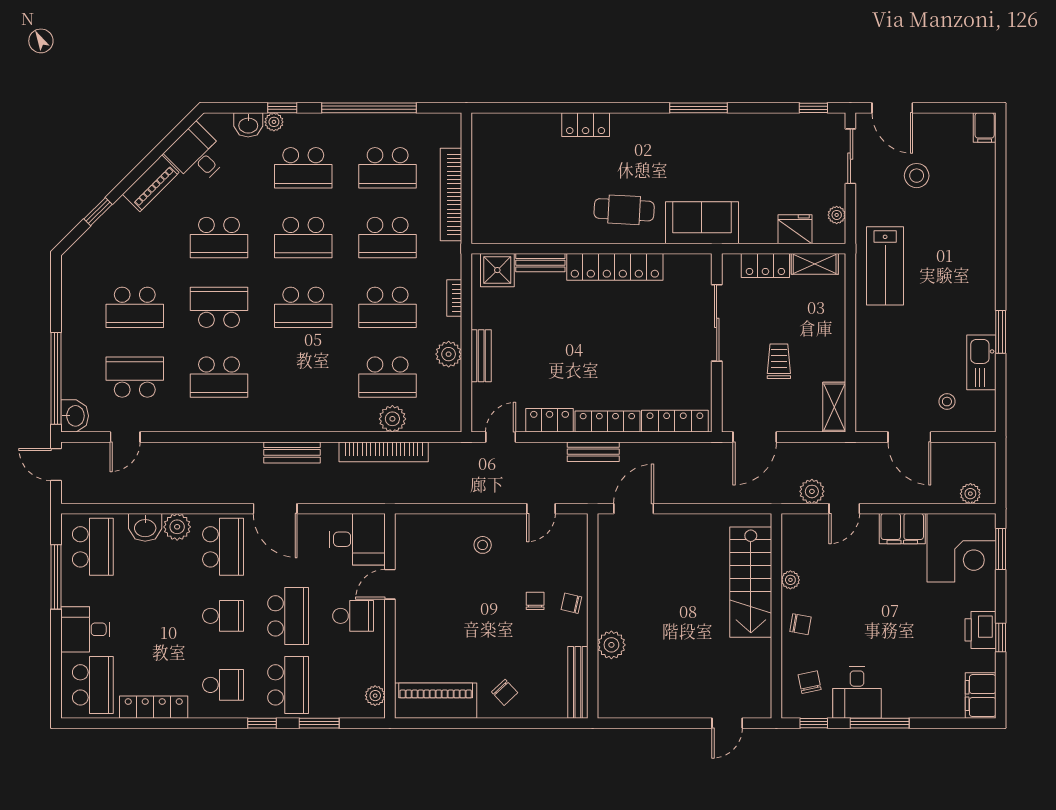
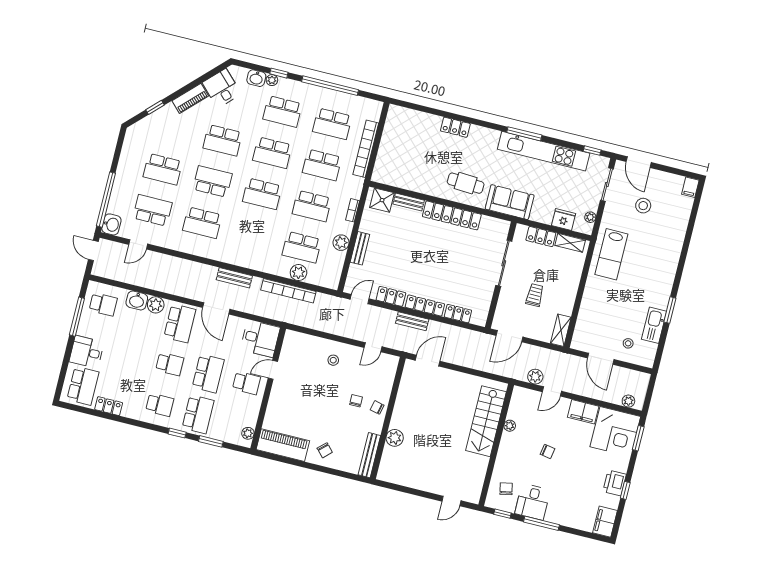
kitchen unit: (736, 128) -> (544, 151), added
locker: (675, 421) -> (458, 314), width x0.66
school desk: (93, 547) -> (103, 304), width x0.54
chair: (800, 624) -> (548, 451), moved
locker: (154, 707) -> (109, 406), width x0.66

